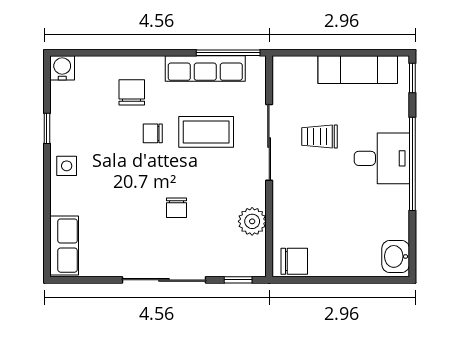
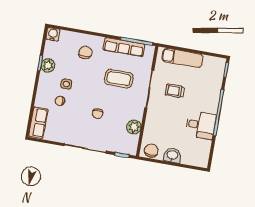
exam couch: (358, 70) -> (182, 58), moved
plant: (63, 131) -> (48, 65), added
chair: (153, 133) -> (60, 101), moved
desk: (382, 158) -> (201, 125), moved
side table: (67, 166) -> (66, 84), moved
washbasin: (396, 256) -> (172, 155), moved, turned 90
chair: (294, 261) -> (151, 151), turned -90

